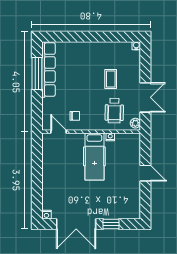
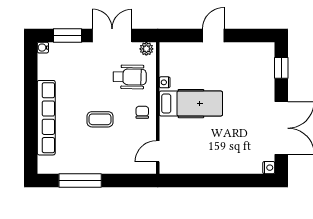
window: (145, 64) -> (68, 35), added
row of seats: (48, 70) -> (46, 118), moved, turned 90
coffee table: (111, 79) -> (100, 119), moved
chair: (75, 116) -> (142, 112), moved
window: (111, 224) -> (281, 68), moved

